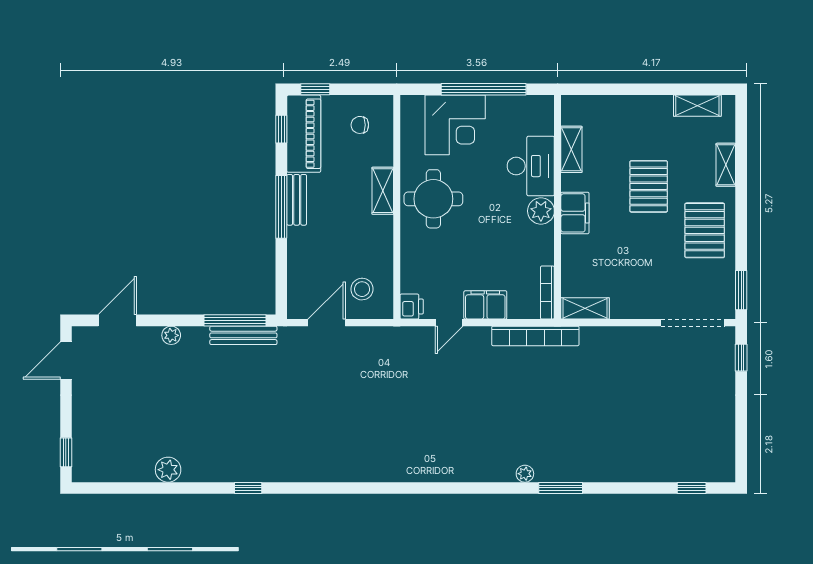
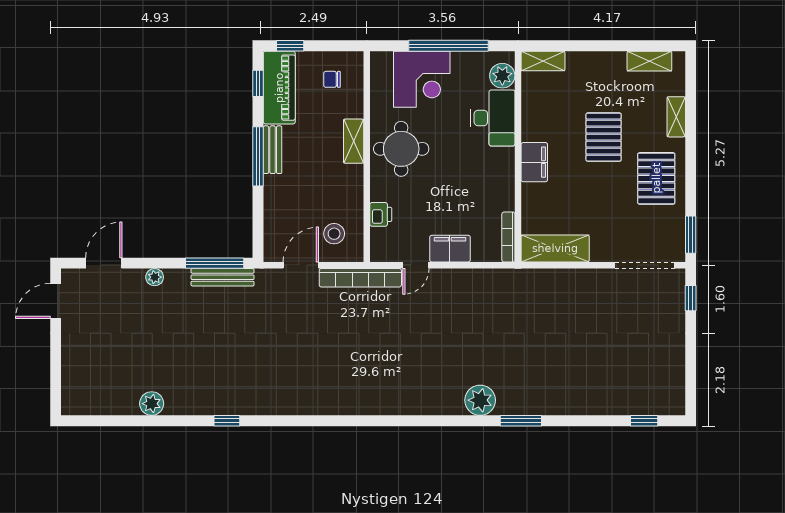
shelving: (571, 149) -> (543, 61), moved, turned 90
plant: (541, 211) -> (502, 76), moved
printer: (412, 307) -> (381, 214), moved
shelving: (585, 308) -> (555, 248), width x1.50, depth x1.33
bookcase: (535, 336) -> (360, 278), moved
window: (66, 452) -> (56, 387), removed
plant: (525, 474) -> (480, 400), width x1.88, depth x1.88

